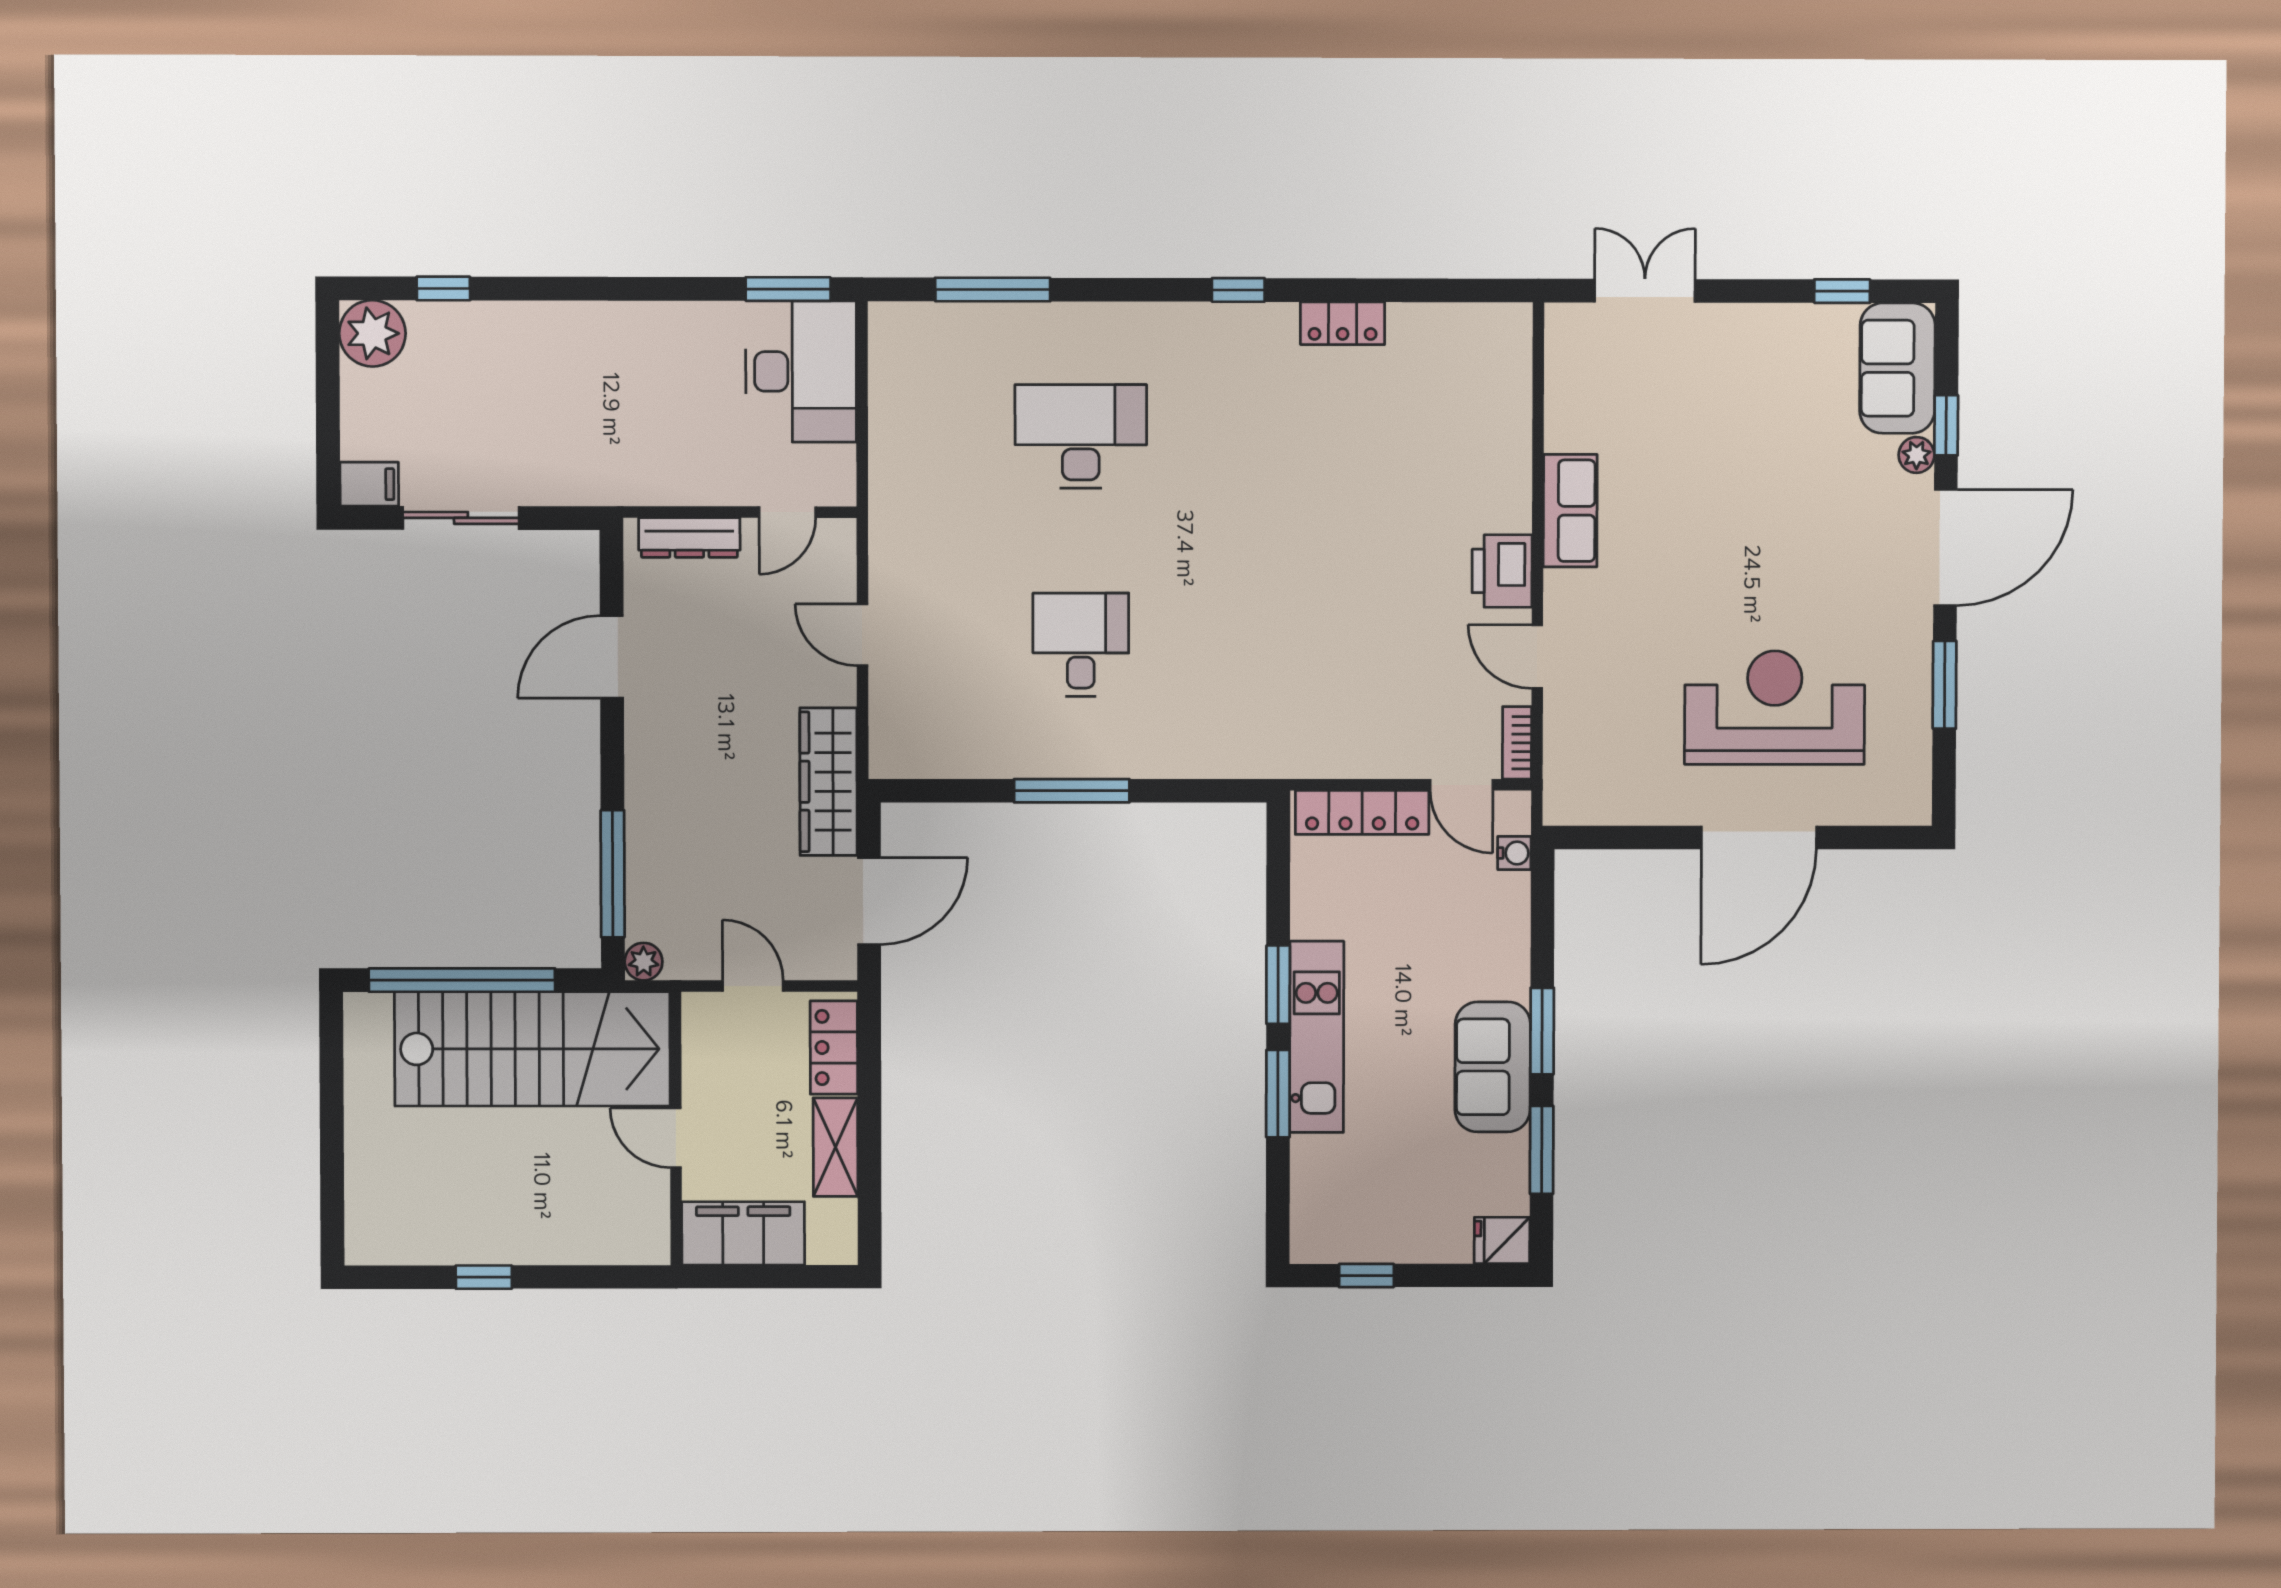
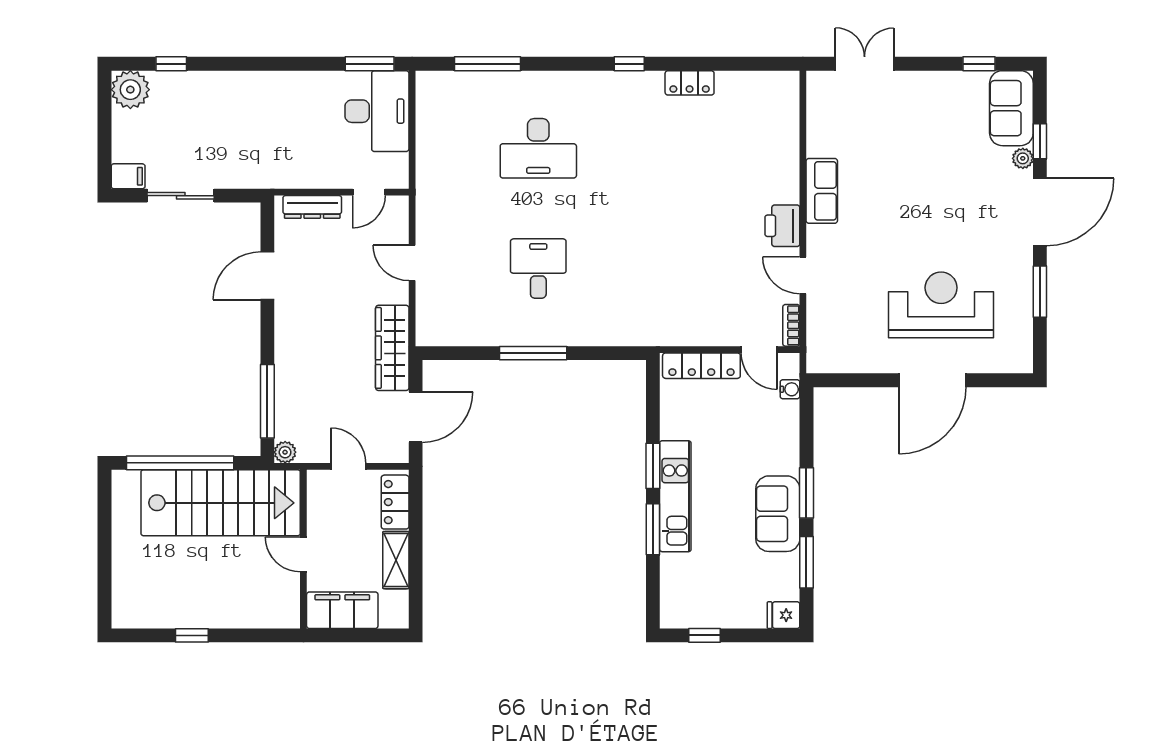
desk: (1081, 436) -> (538, 148), turned 180

